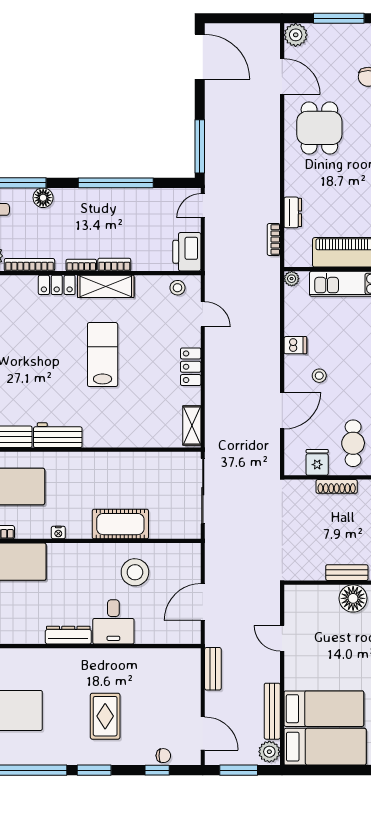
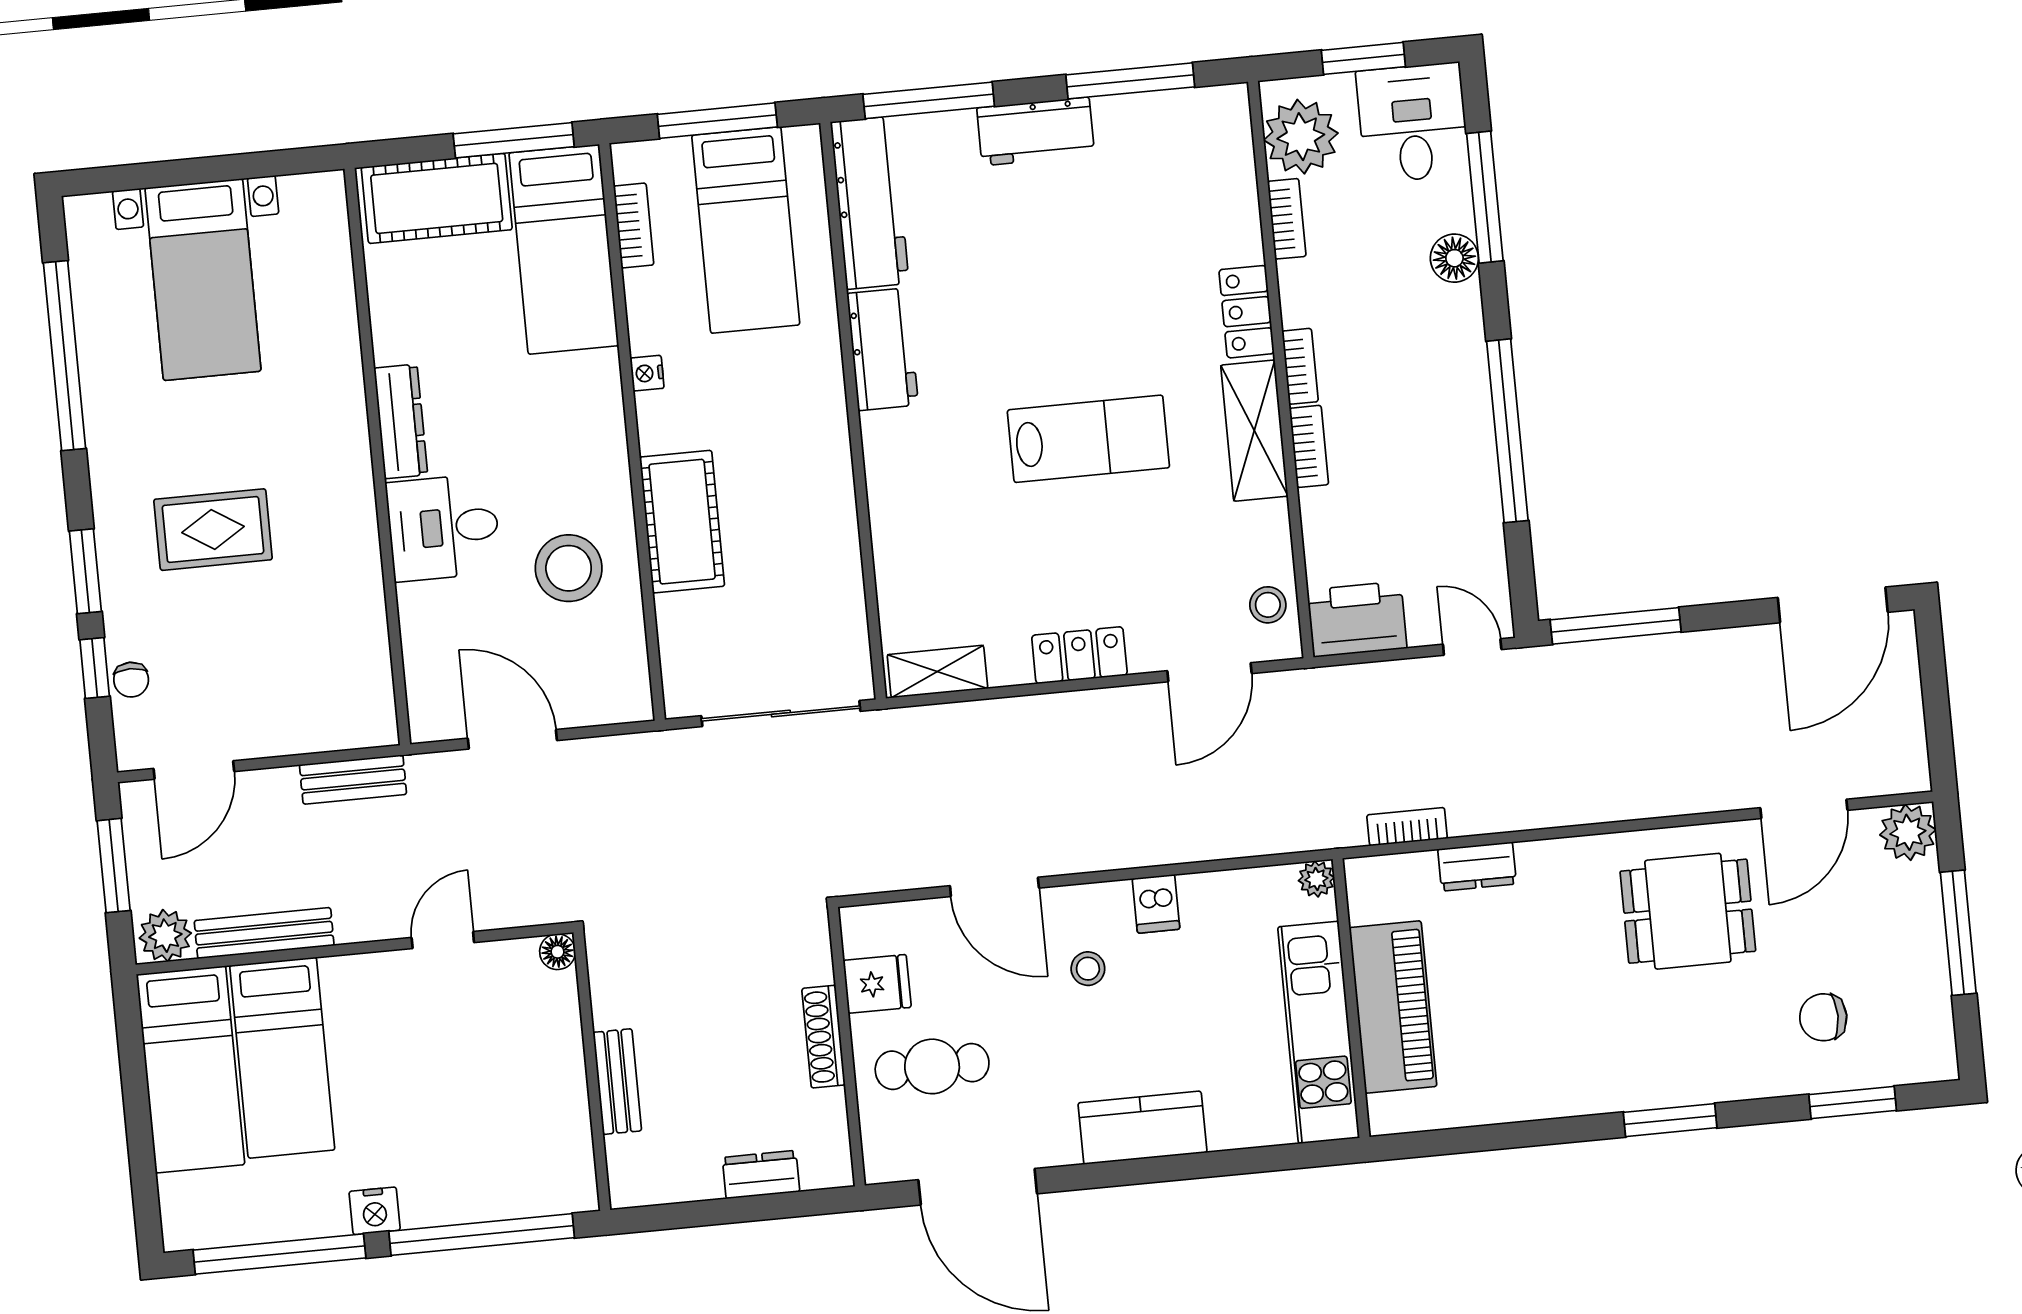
bookcase: (29, 265) -> (1287, 219), width x0.64
door: (203, 314) -> (1209, 672), width x1.38
floor lamp: (353, 598) -> (557, 952), moved, width x0.53, depth x0.53
window: (94, 770) -> (85, 571), moved

